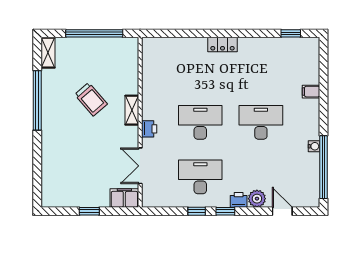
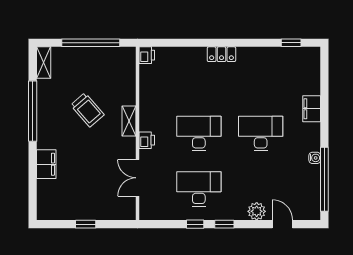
filing cabinet: (311, 92) -> (312, 109), width x2.00
filing cabinet: (124, 198) -> (46, 164), moved, turned 90
printer: (239, 200) -> (147, 55), moved, turned 90

